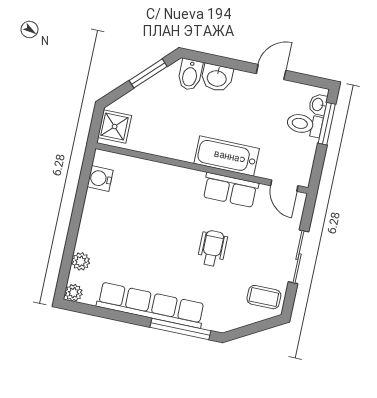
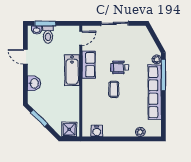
bidet: (190, 75) -> (35, 97), removed
plant: (74, 293) -> (157, 59), moved
coffee table: (264, 297) -> (114, 89), moved

